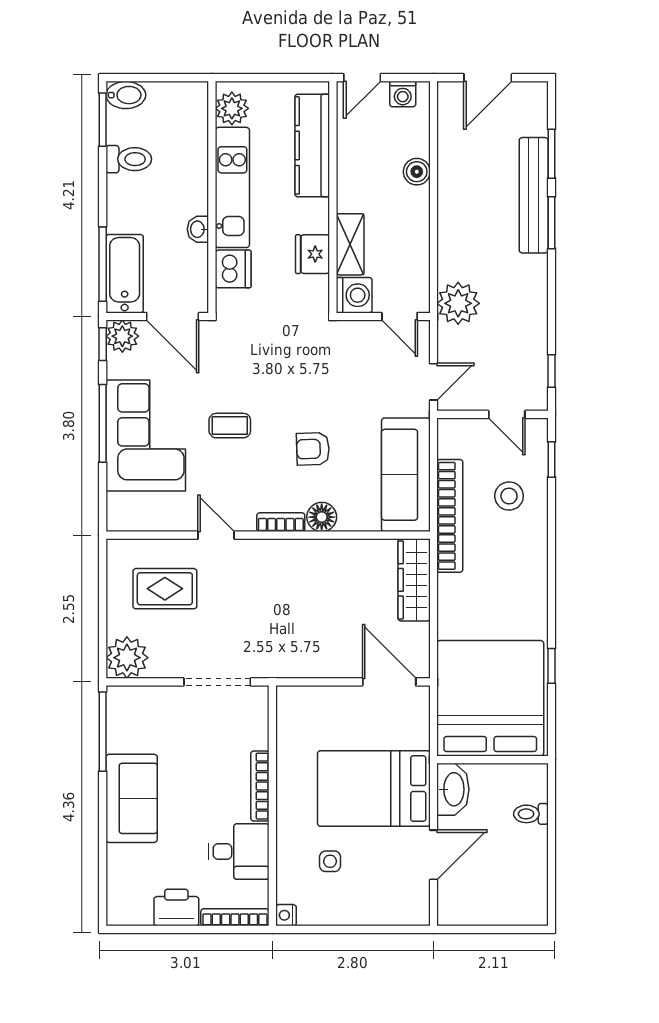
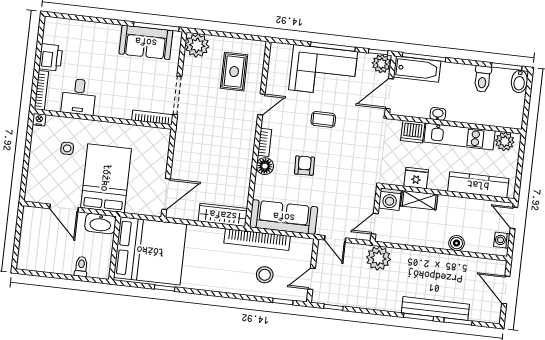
coffee table: (230, 426) -> (323, 119), turned 90
bookcase: (260, 786) -> (152, 117), moved
sofa: (132, 798) -> (146, 42), moved

